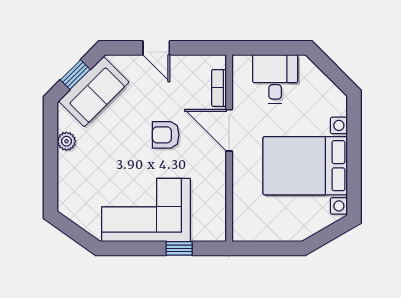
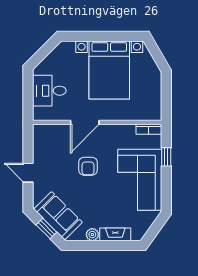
door: (156, 48) -> (28, 173), swing flipped
bookcase: (219, 88) -> (149, 129), moved
fireplace: (67, 174) -> (115, 234), added

